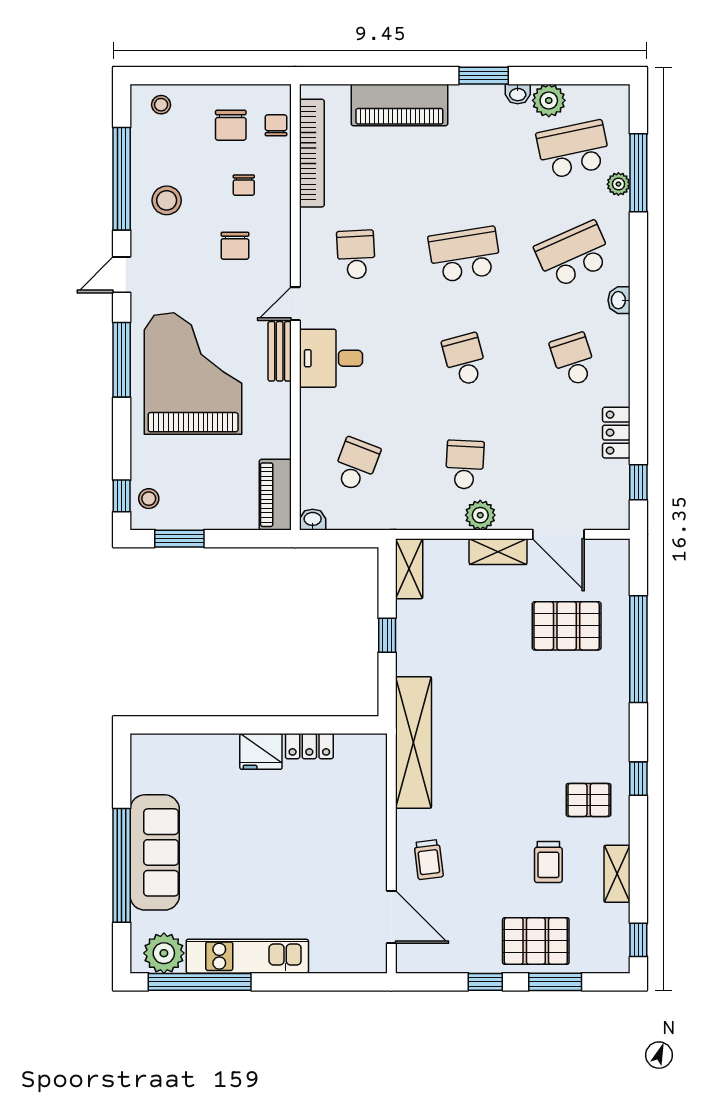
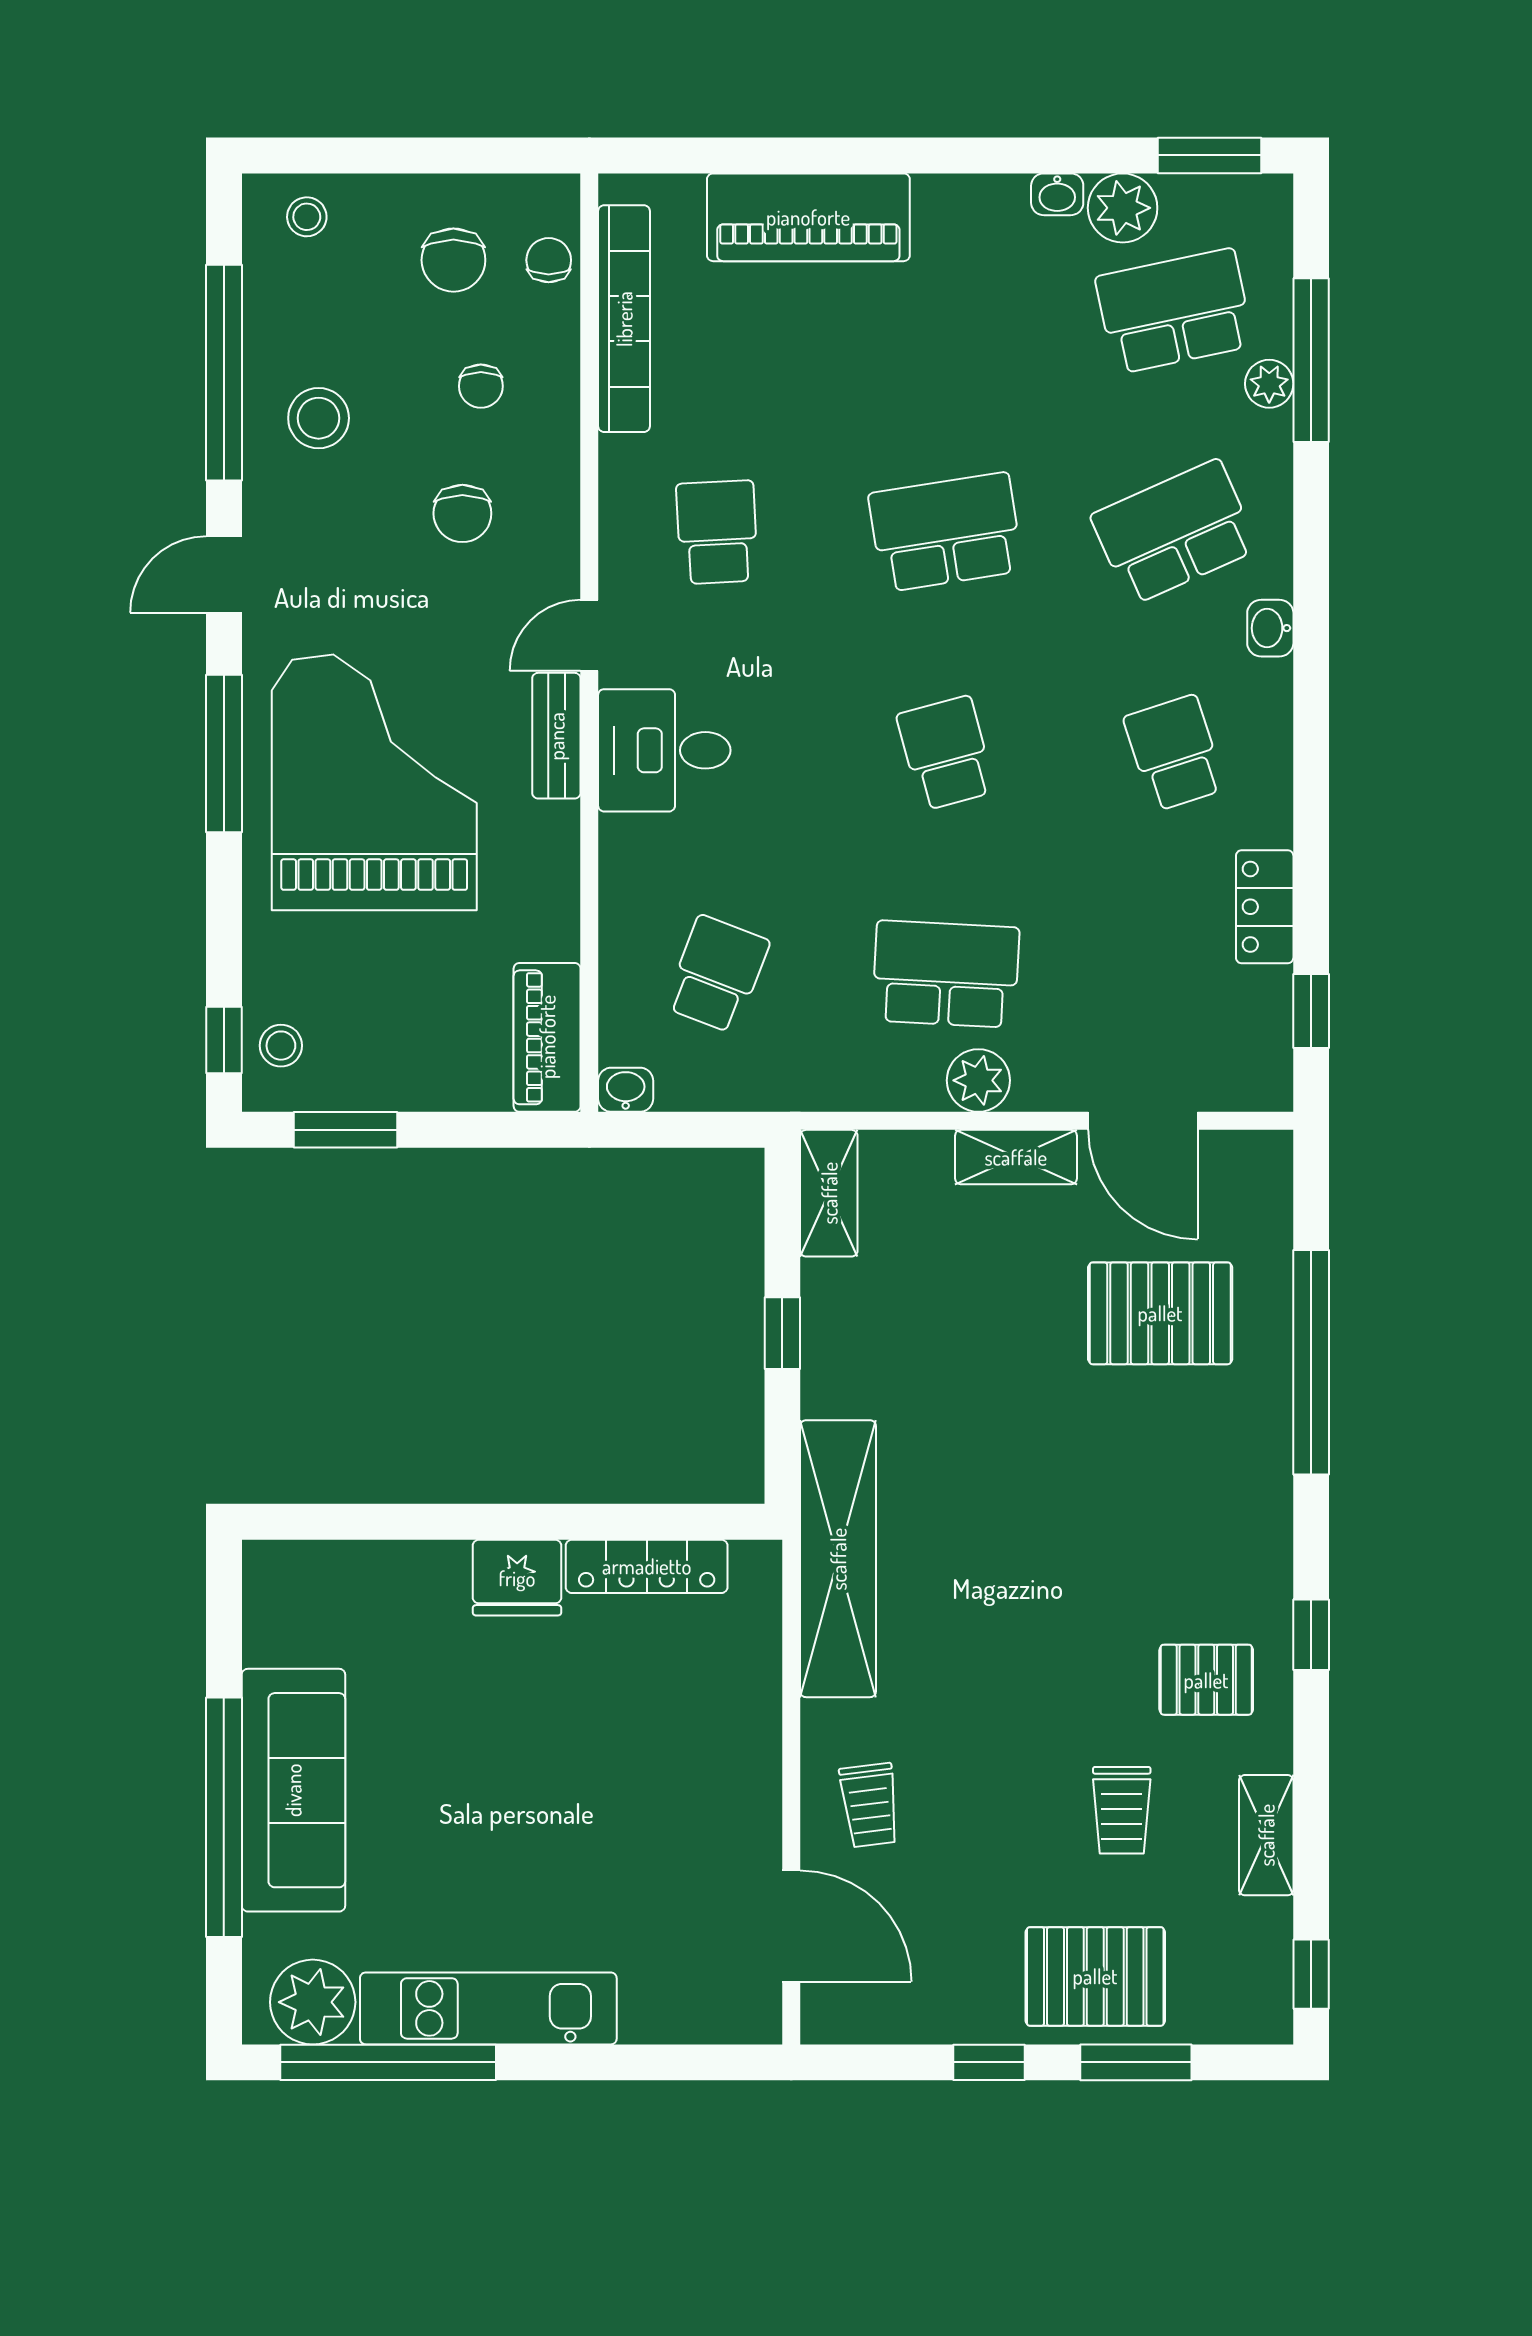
window: (484, 76) -> (1209, 155), moved
school desk: (465, 465) -> (946, 974), width x1.85
locker: (309, 746) -> (647, 1566), width x1.53

